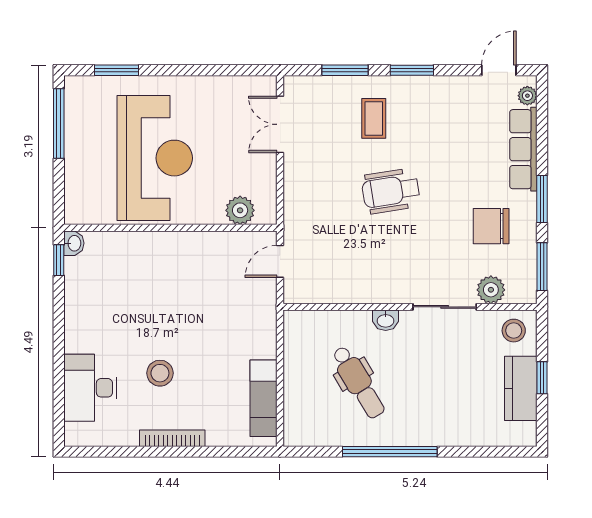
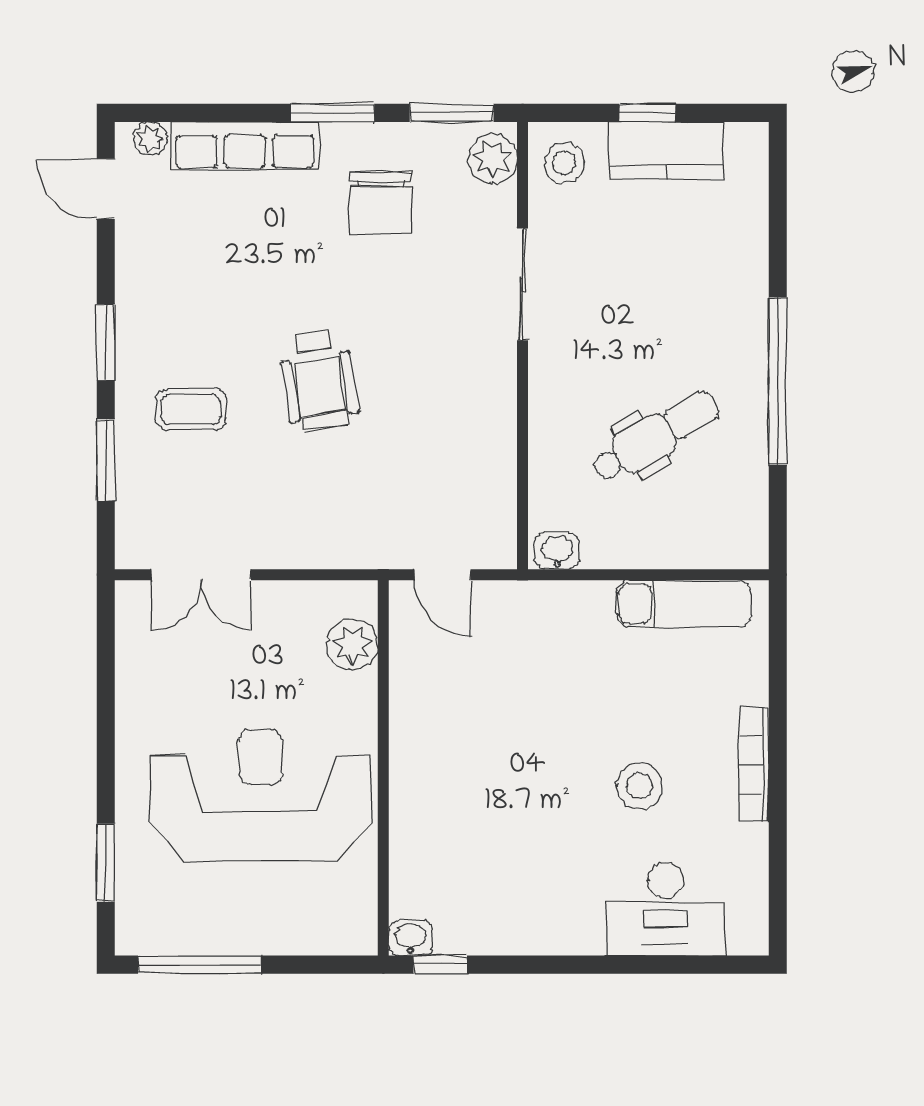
plant: (491, 290) -> (493, 159), moved
washbasin: (386, 320) -> (557, 551), moved, turned -90

